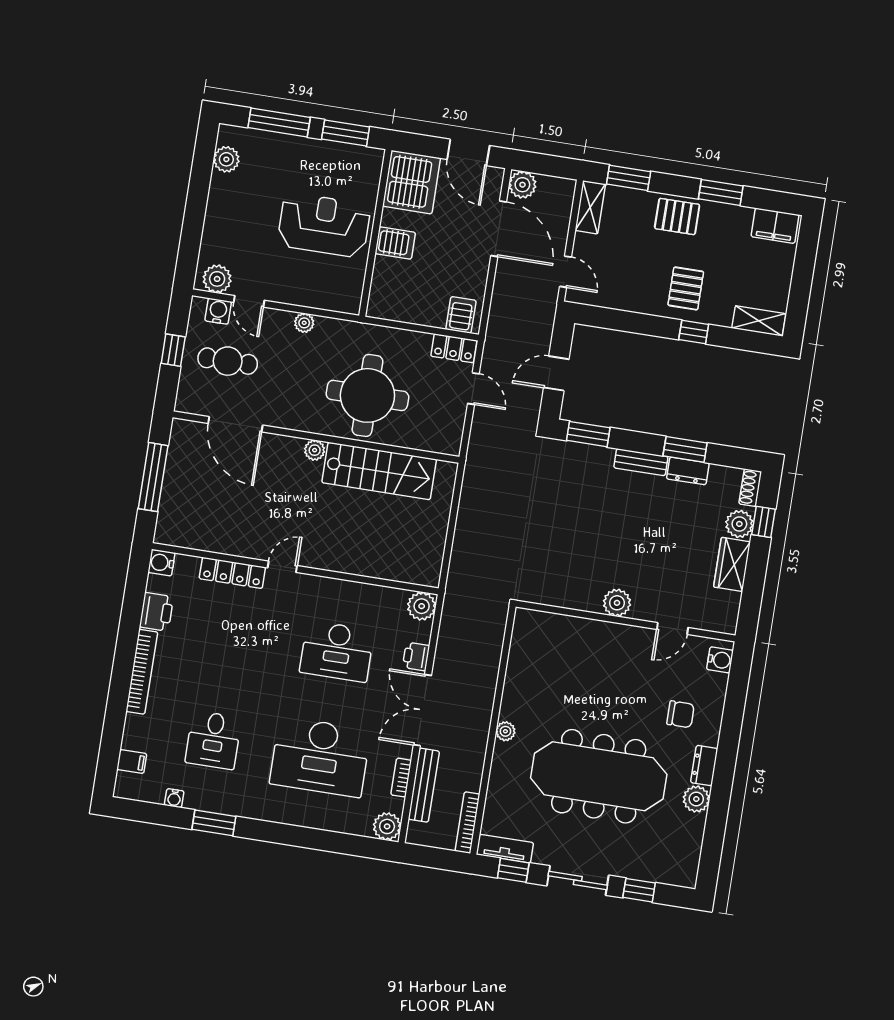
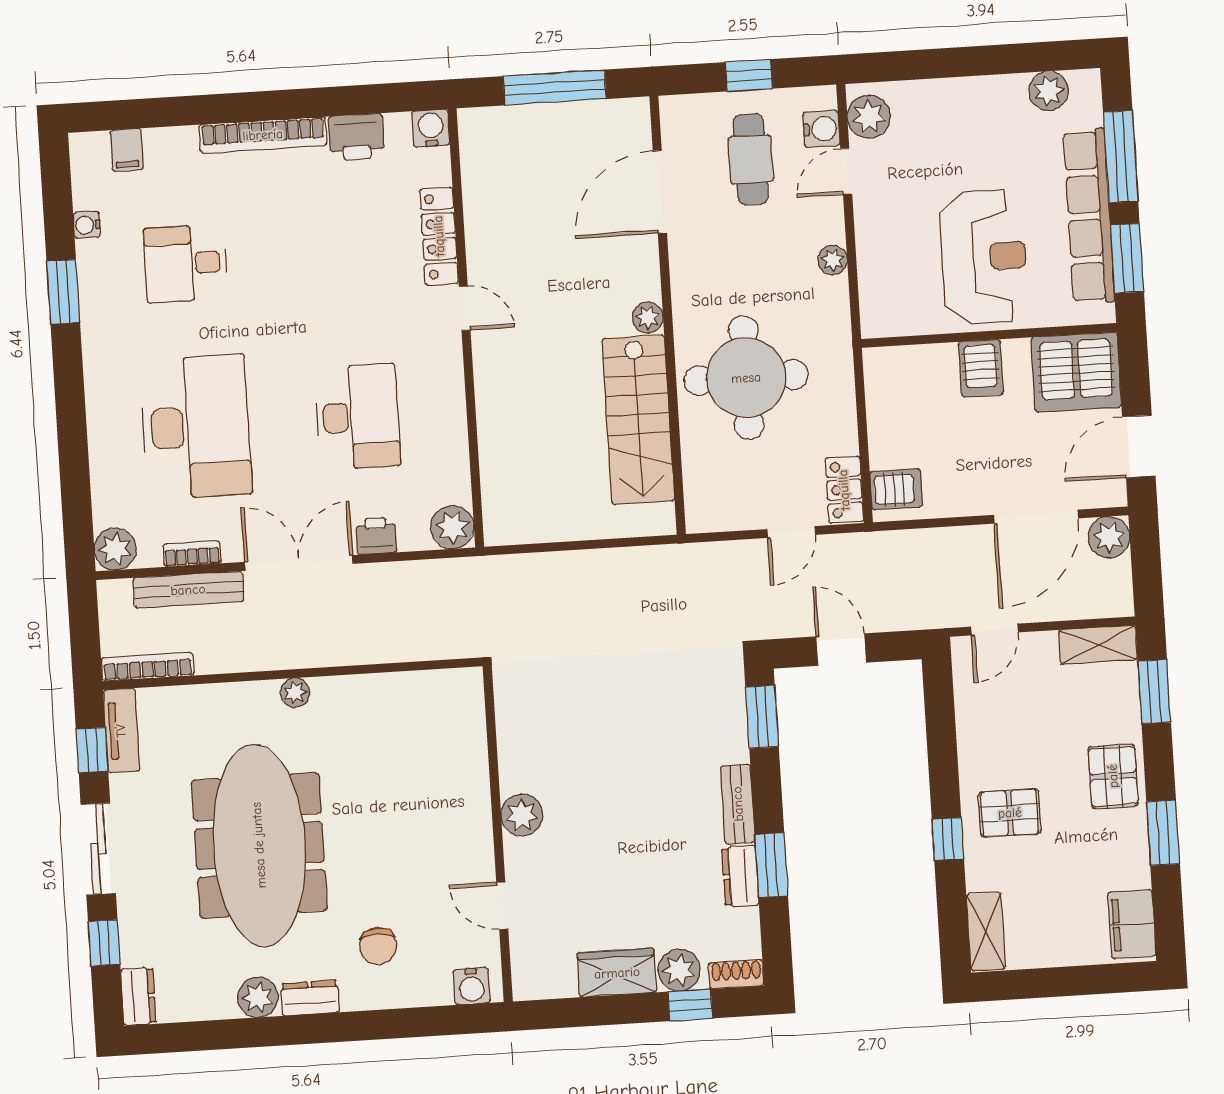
row of seats: (313, 151) -> (1089, 216), added
desk: (337, 651) -> (358, 417), turned 180
desk: (320, 757) -> (196, 427), turned 180
dresser: (679, 876) -> (138, 996), added

